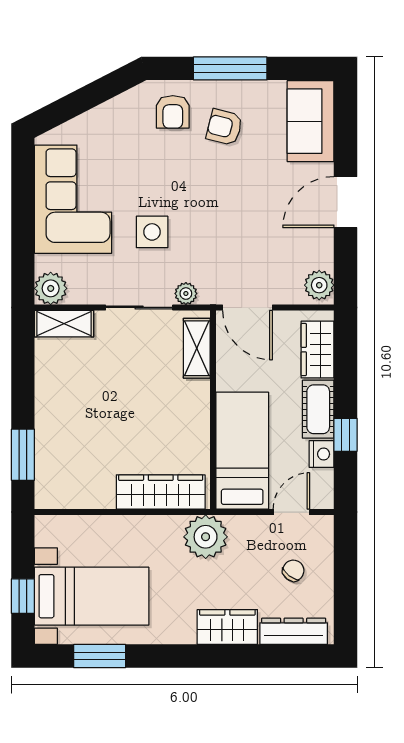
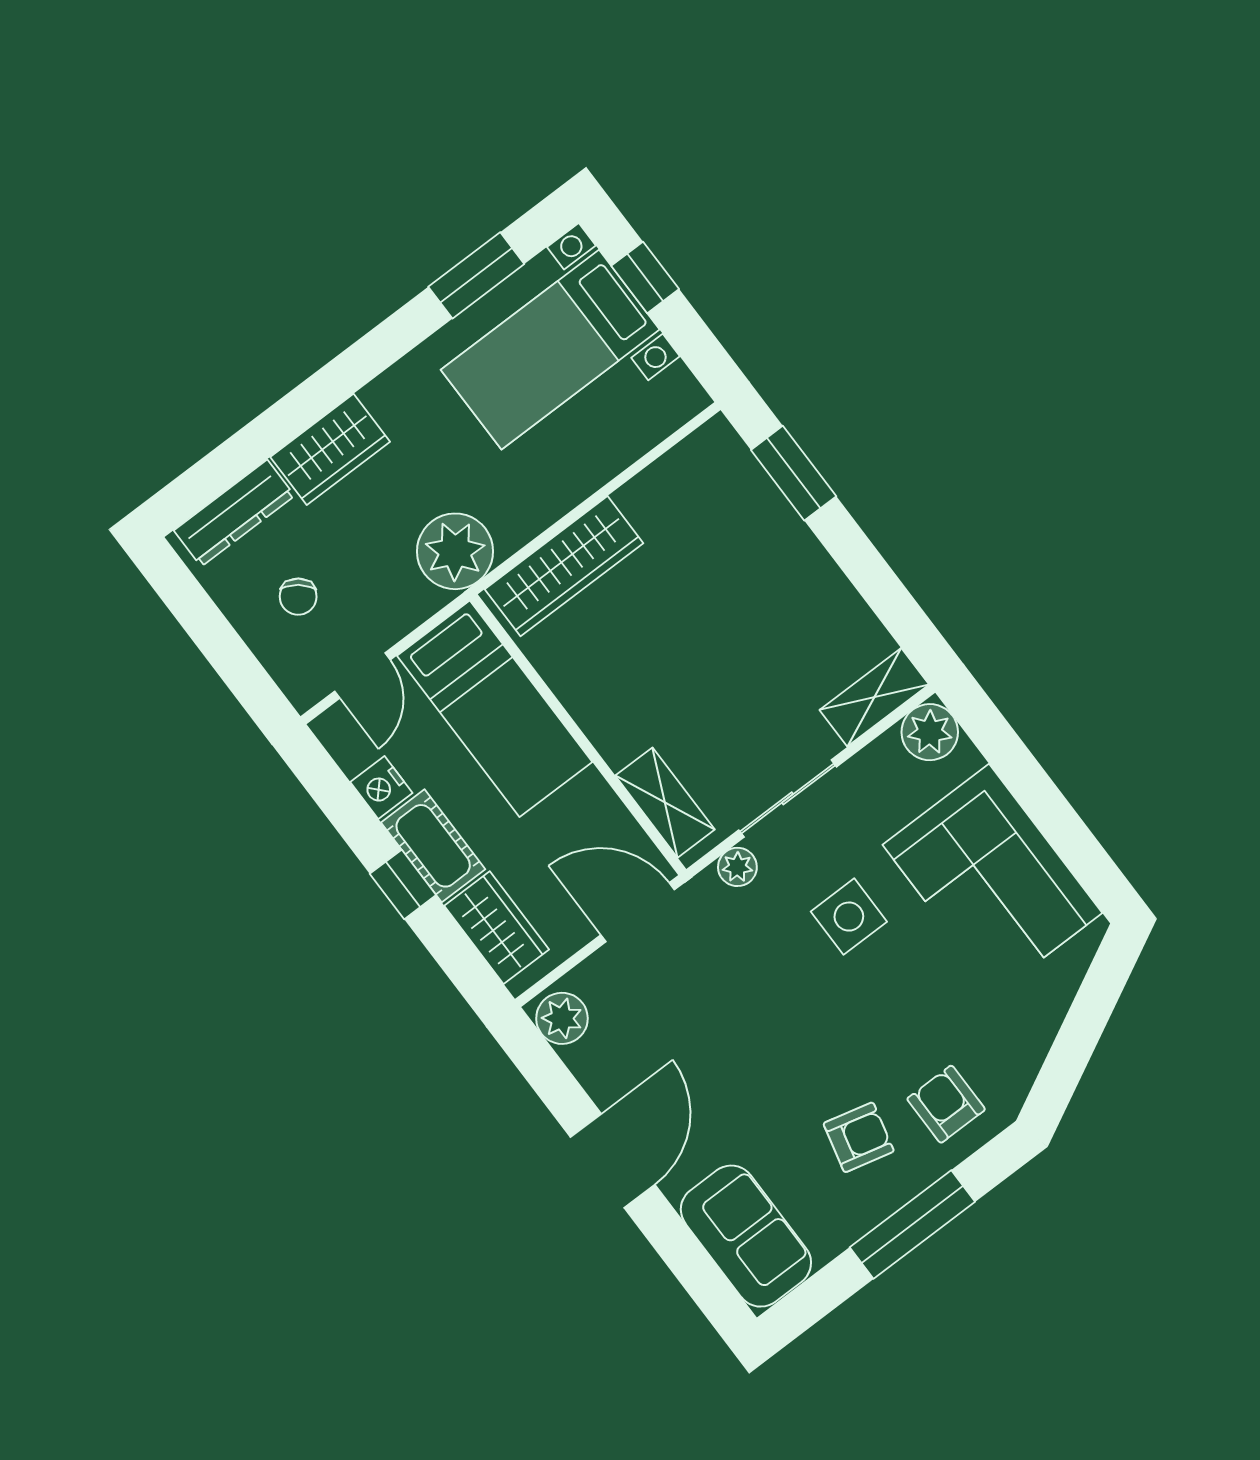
window: (346, 435) -> (403, 884), moved

